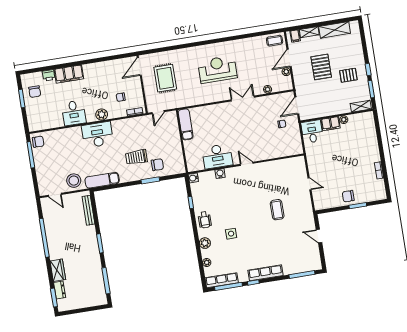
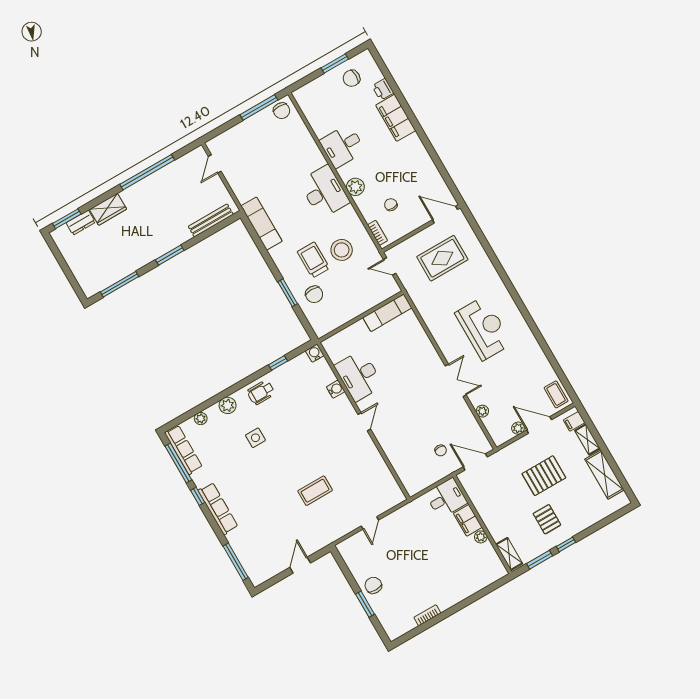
stool: (74, 181) -> (342, 250), moved

